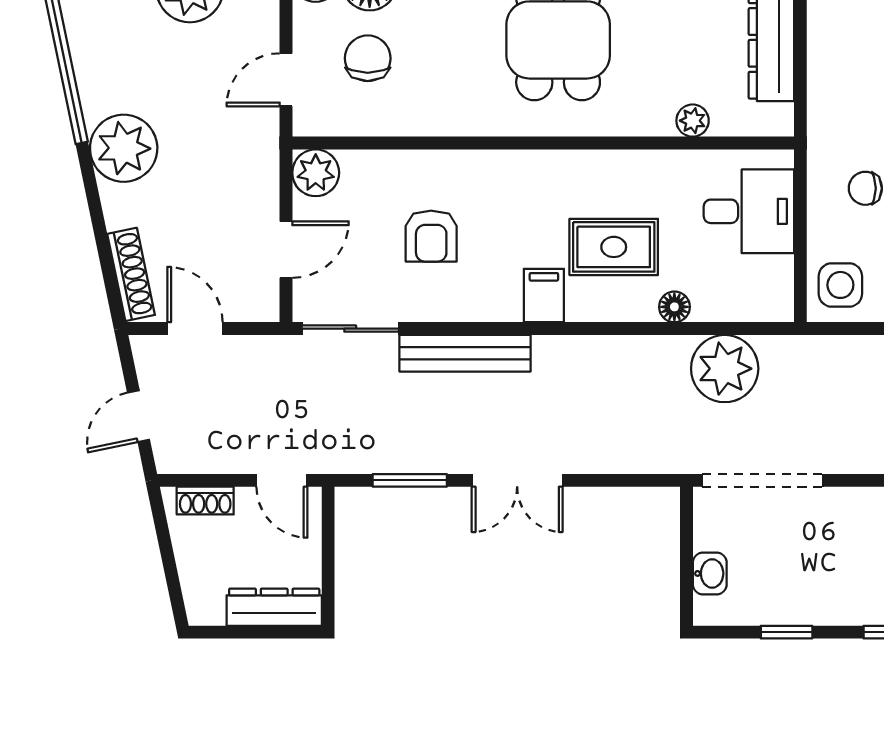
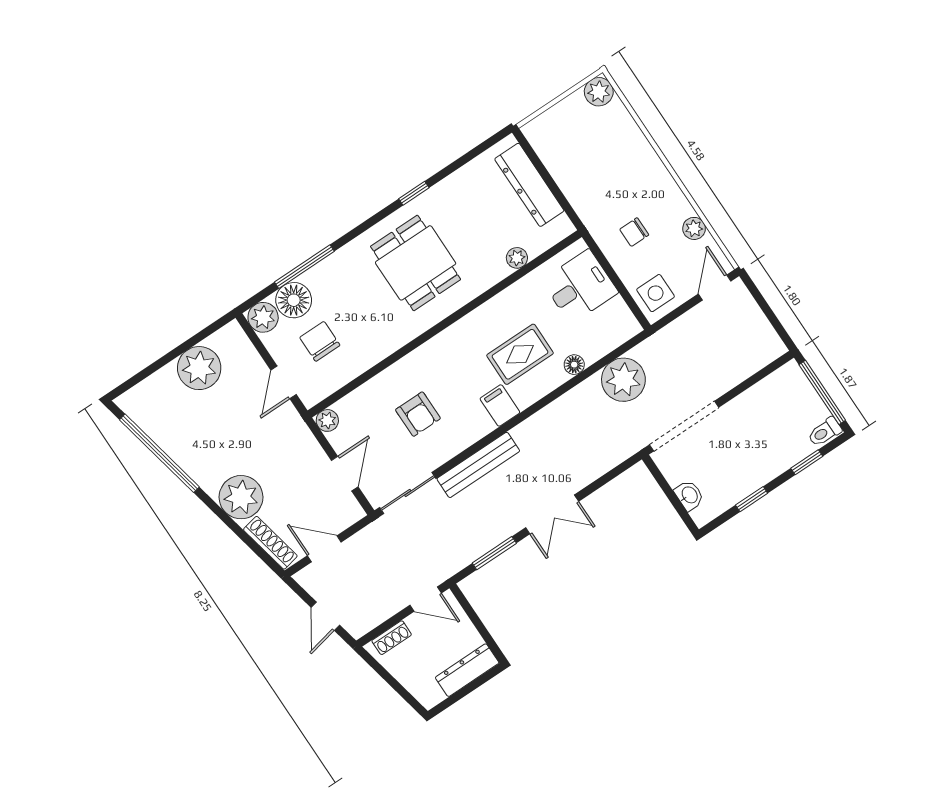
plant: (124, 148) -> (241, 497), moved
plant: (316, 173) -> (327, 420), width x0.73, depth x0.73

